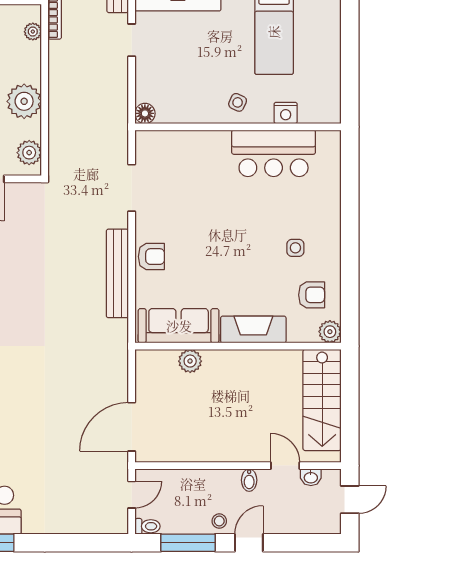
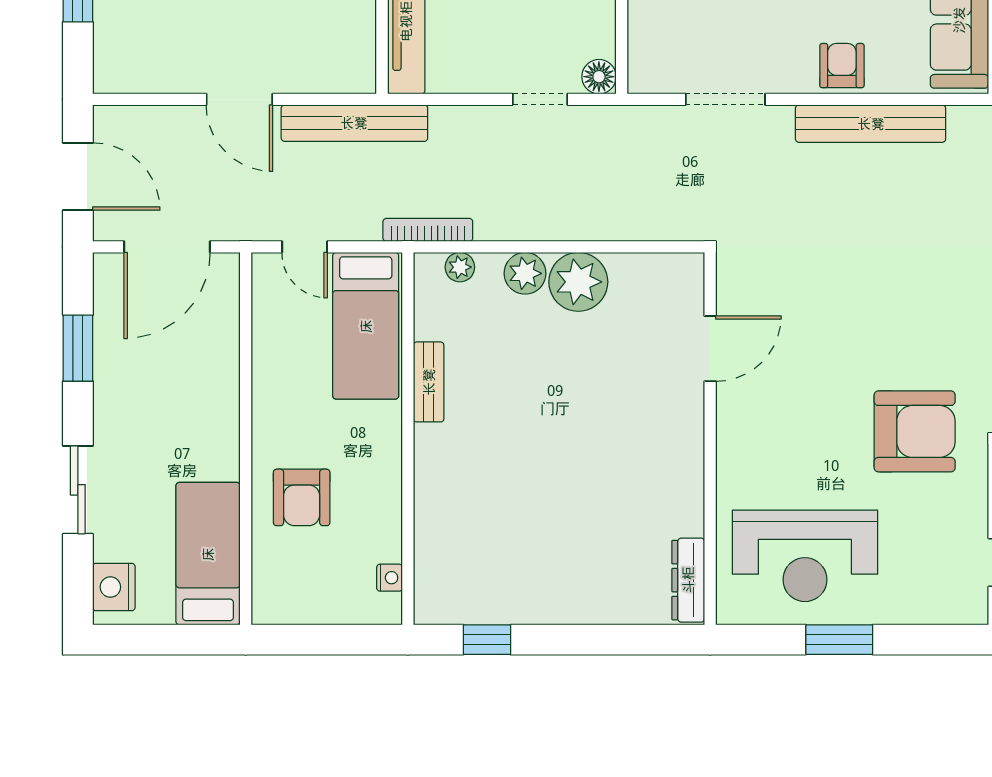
doorway: (132, 40) -> (540, 99), moved
plant: (29, 153) -> (525, 273), moved

